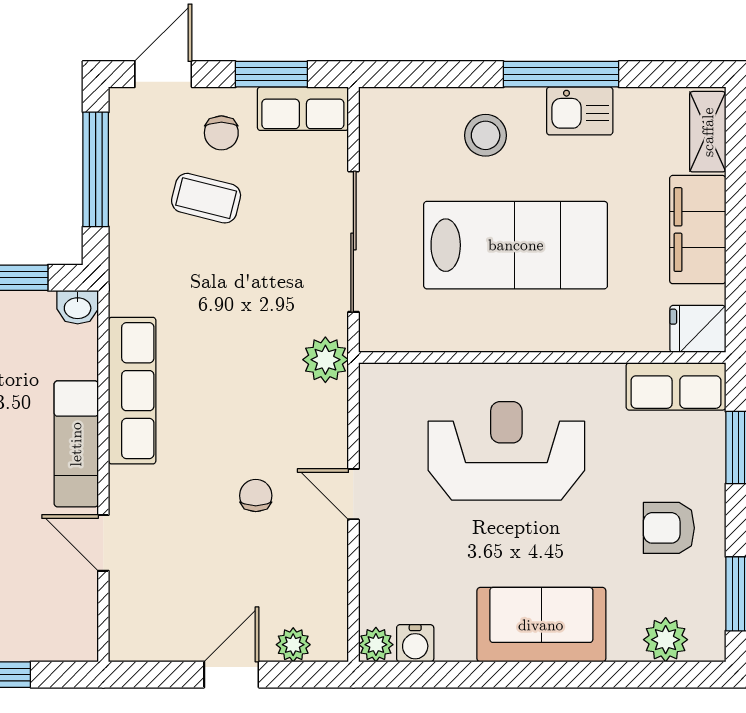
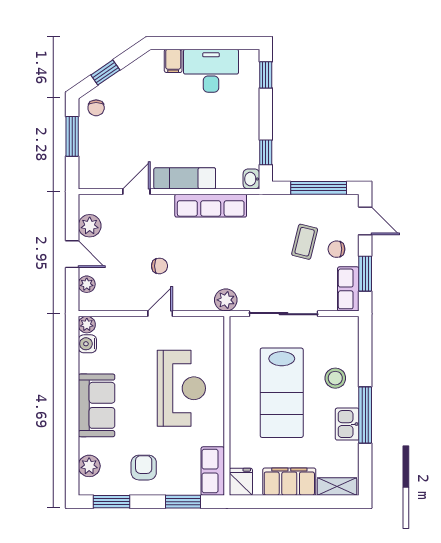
plant: (173, 639) -> (90, 226), added

